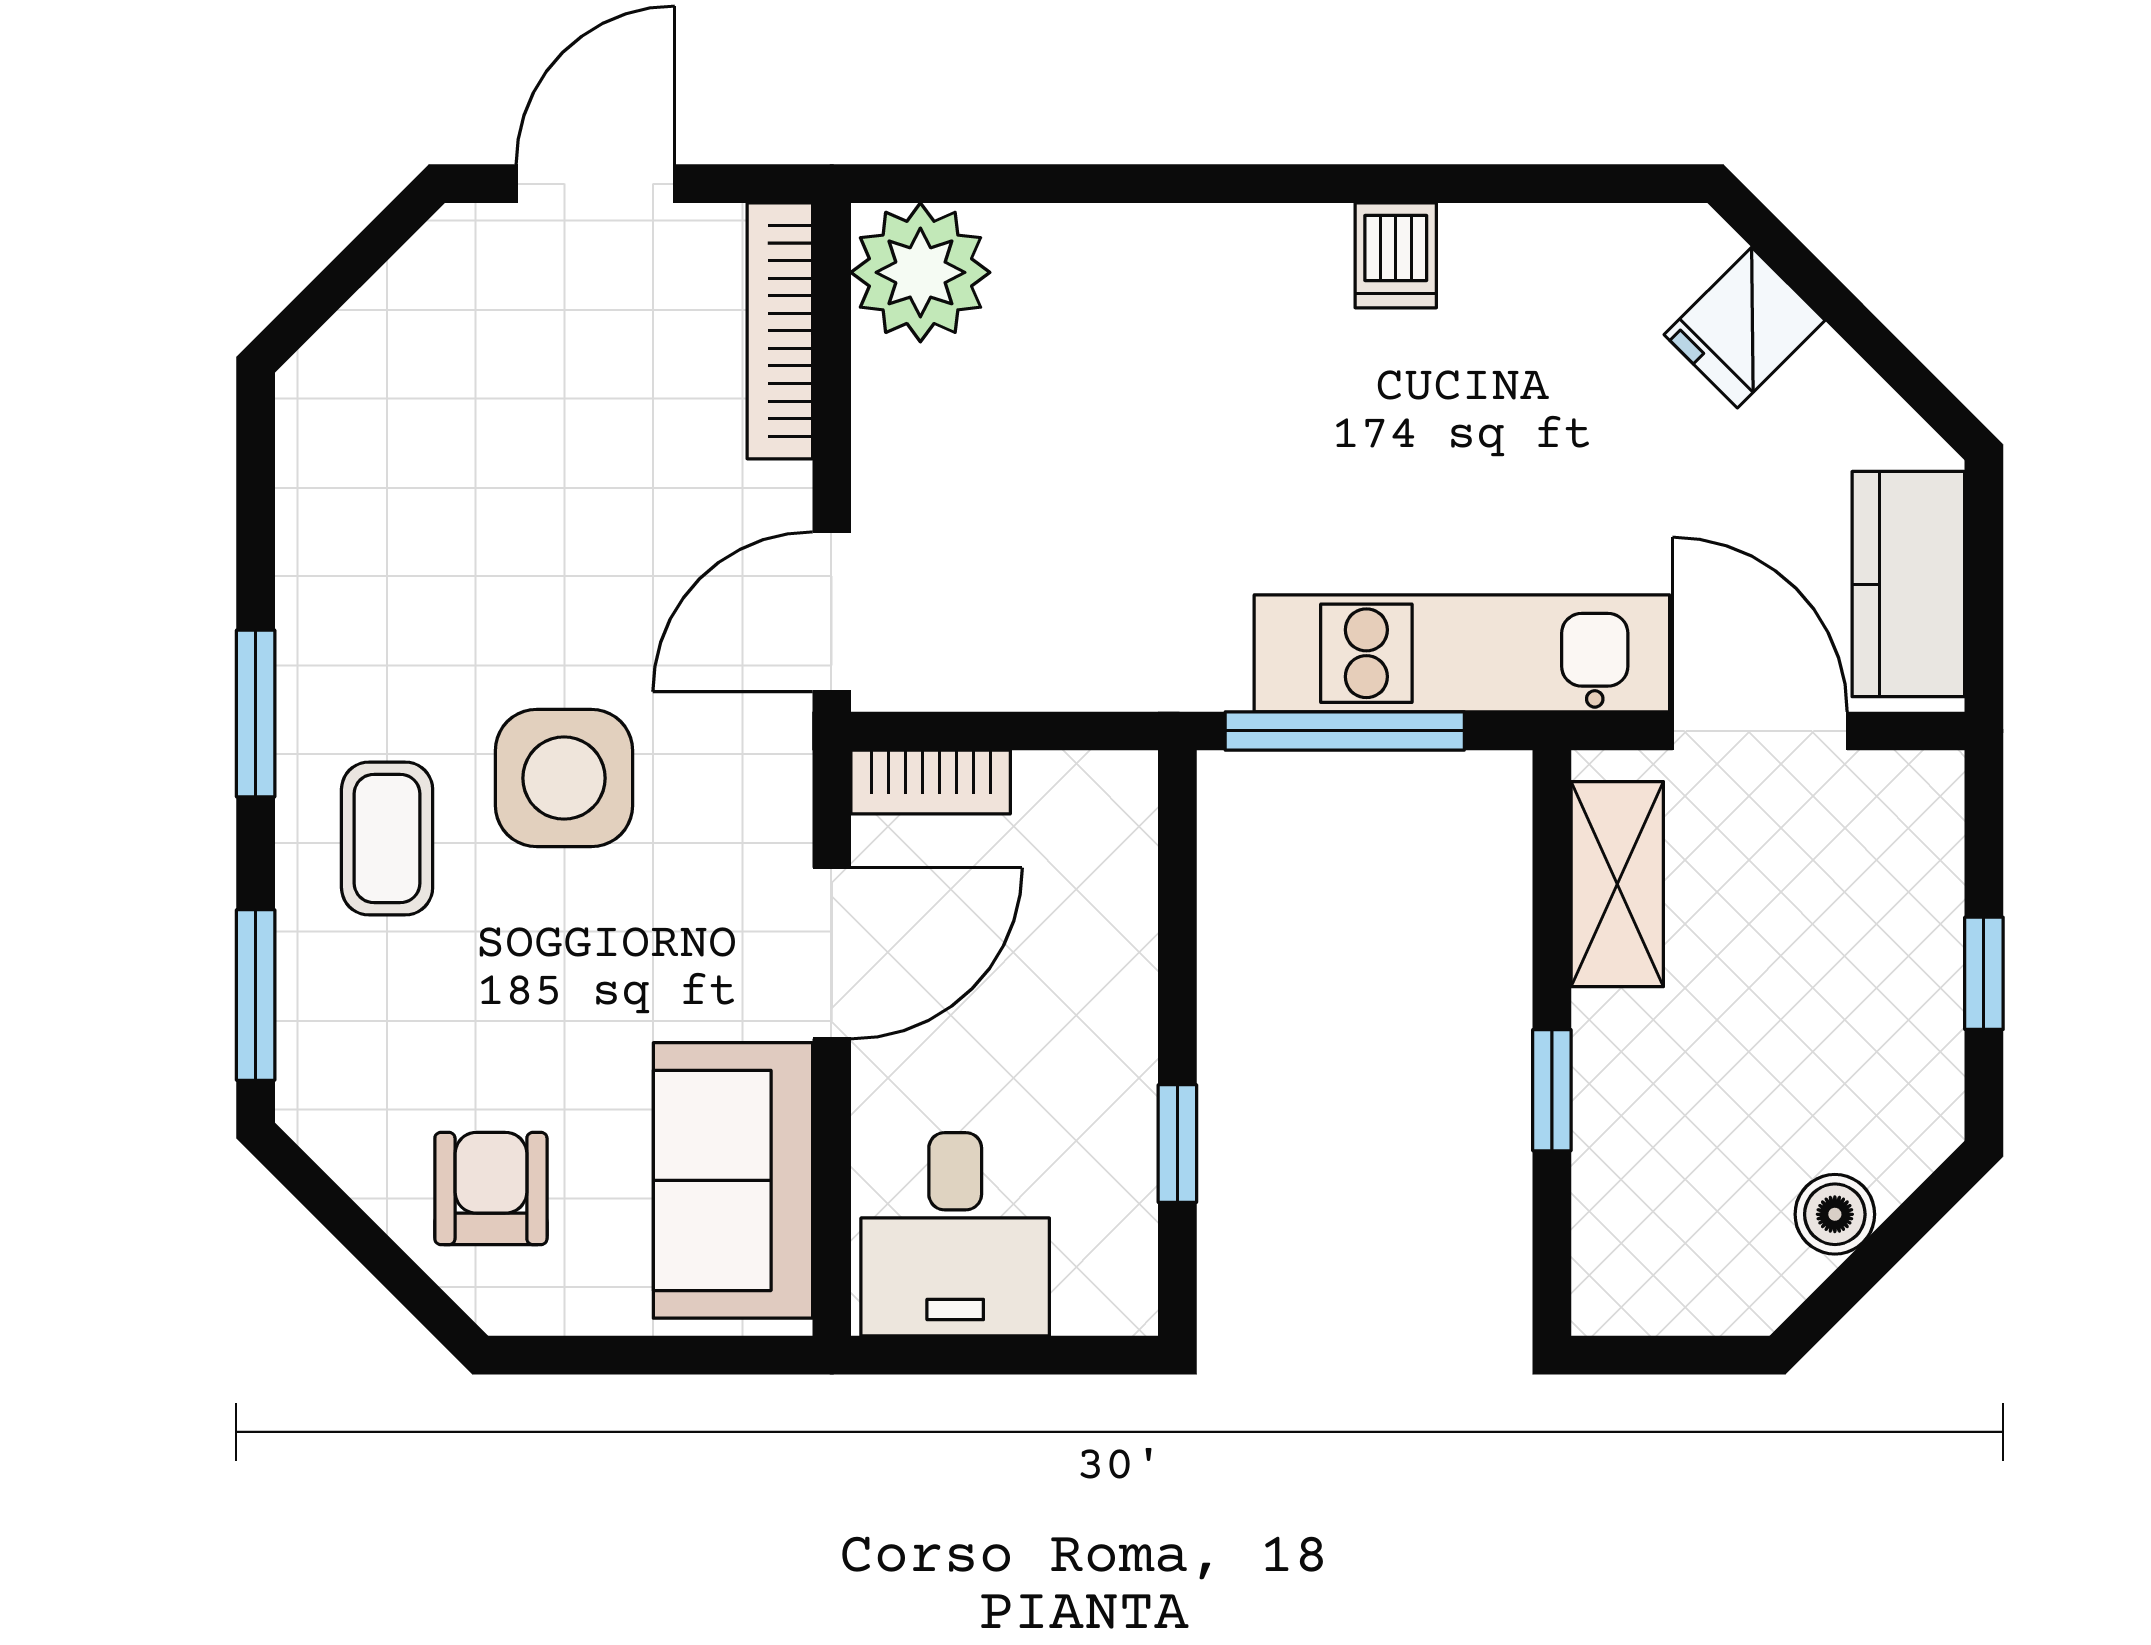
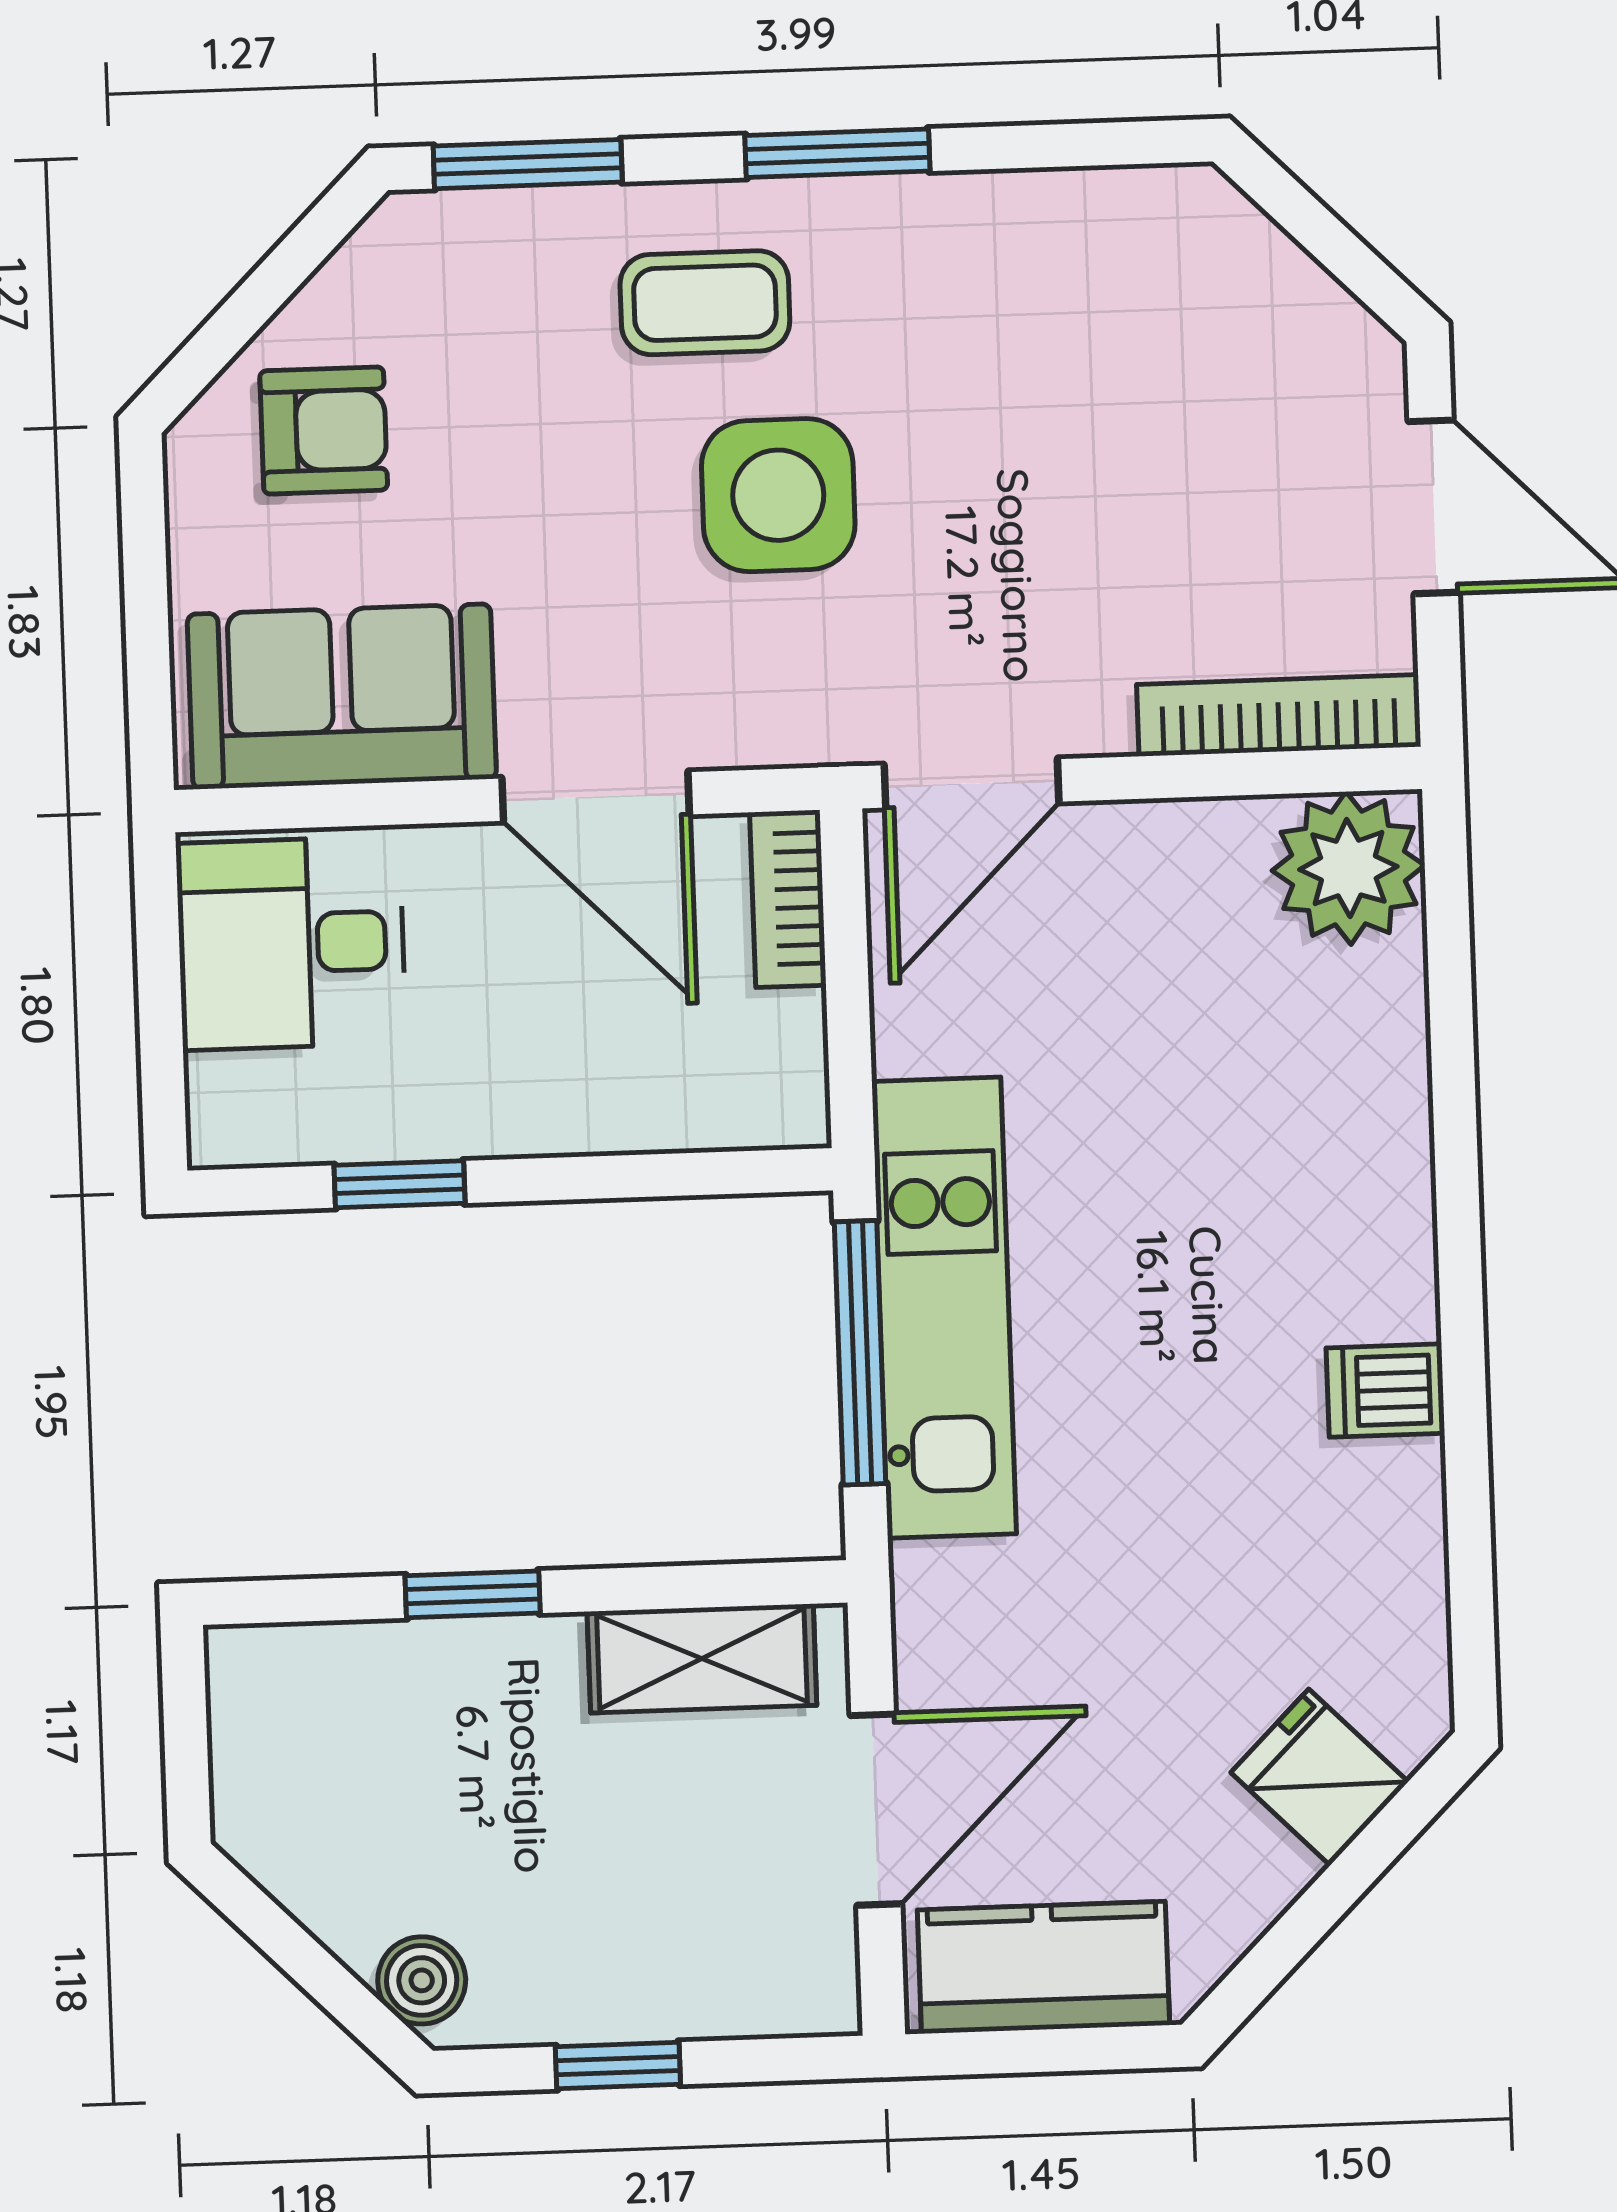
door: (832, 612) -> (971, 783), swing flipped
kitchen unit: (1462, 653) -> (944, 1308), moved
boiler: (1835, 1214) -> (422, 1980), moved

